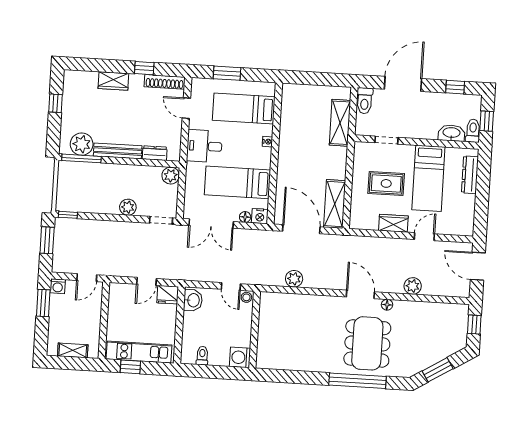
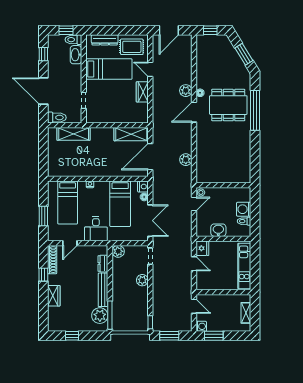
rug: (386, 183) -> (132, 47), moved, turned 90
plant: (413, 286) -> (186, 91), moved
washbasin: (193, 300) -> (218, 230), moved
washing machine: (240, 357) -> (244, 209), moved, turned 90
window: (130, 367) -> (255, 272), removed

